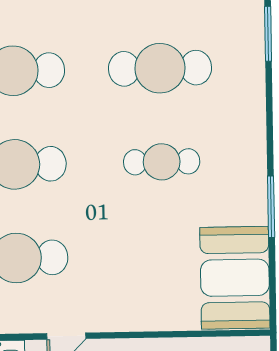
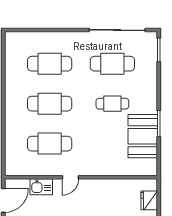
booth: (235, 278) -> (143, 136), moved

